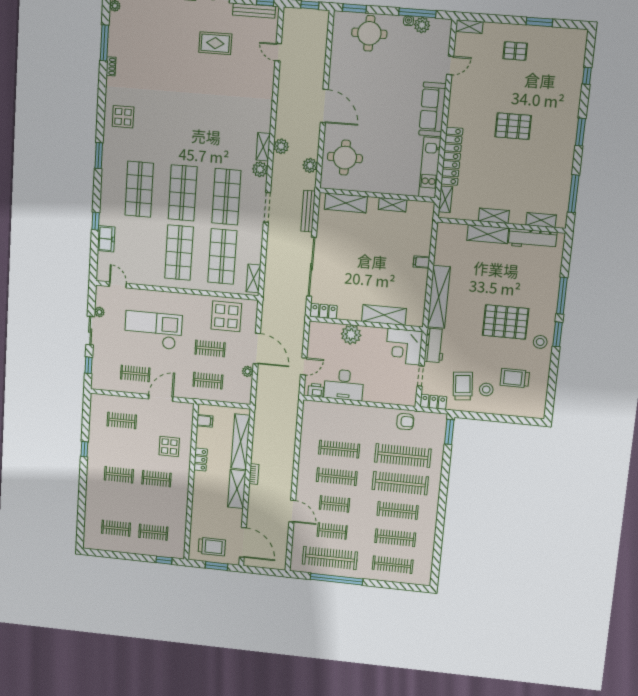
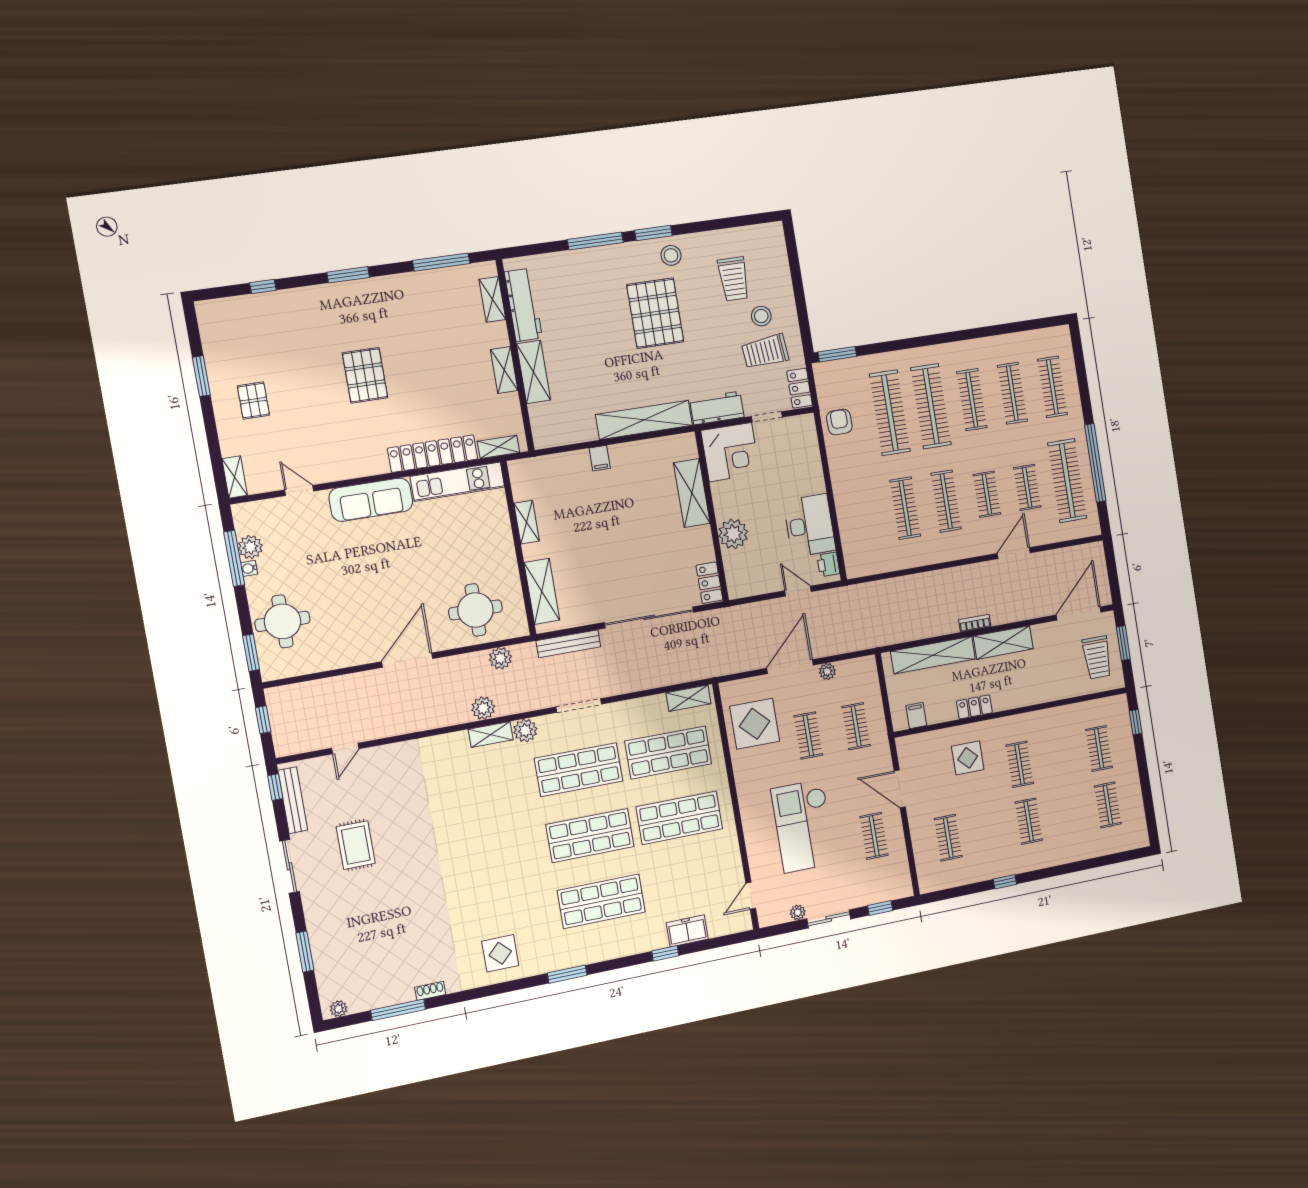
trolley: (212, 547) -> (1097, 657), turned 180

